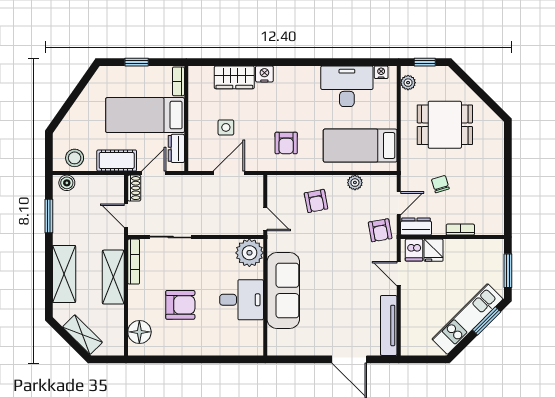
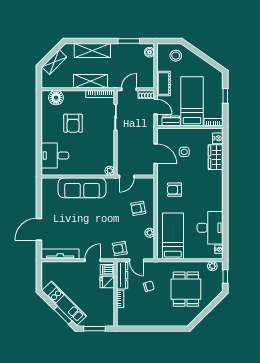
nightstand: (264, 74) -> (218, 138), moved
stool: (75, 158) -> (176, 56), moved
dresser: (416, 227) -> (122, 275), width x1.44
plant: (249, 253) -> (110, 171), width x0.53, depth x0.53
desk: (242, 300) -> (55, 156), moved, turned 90

